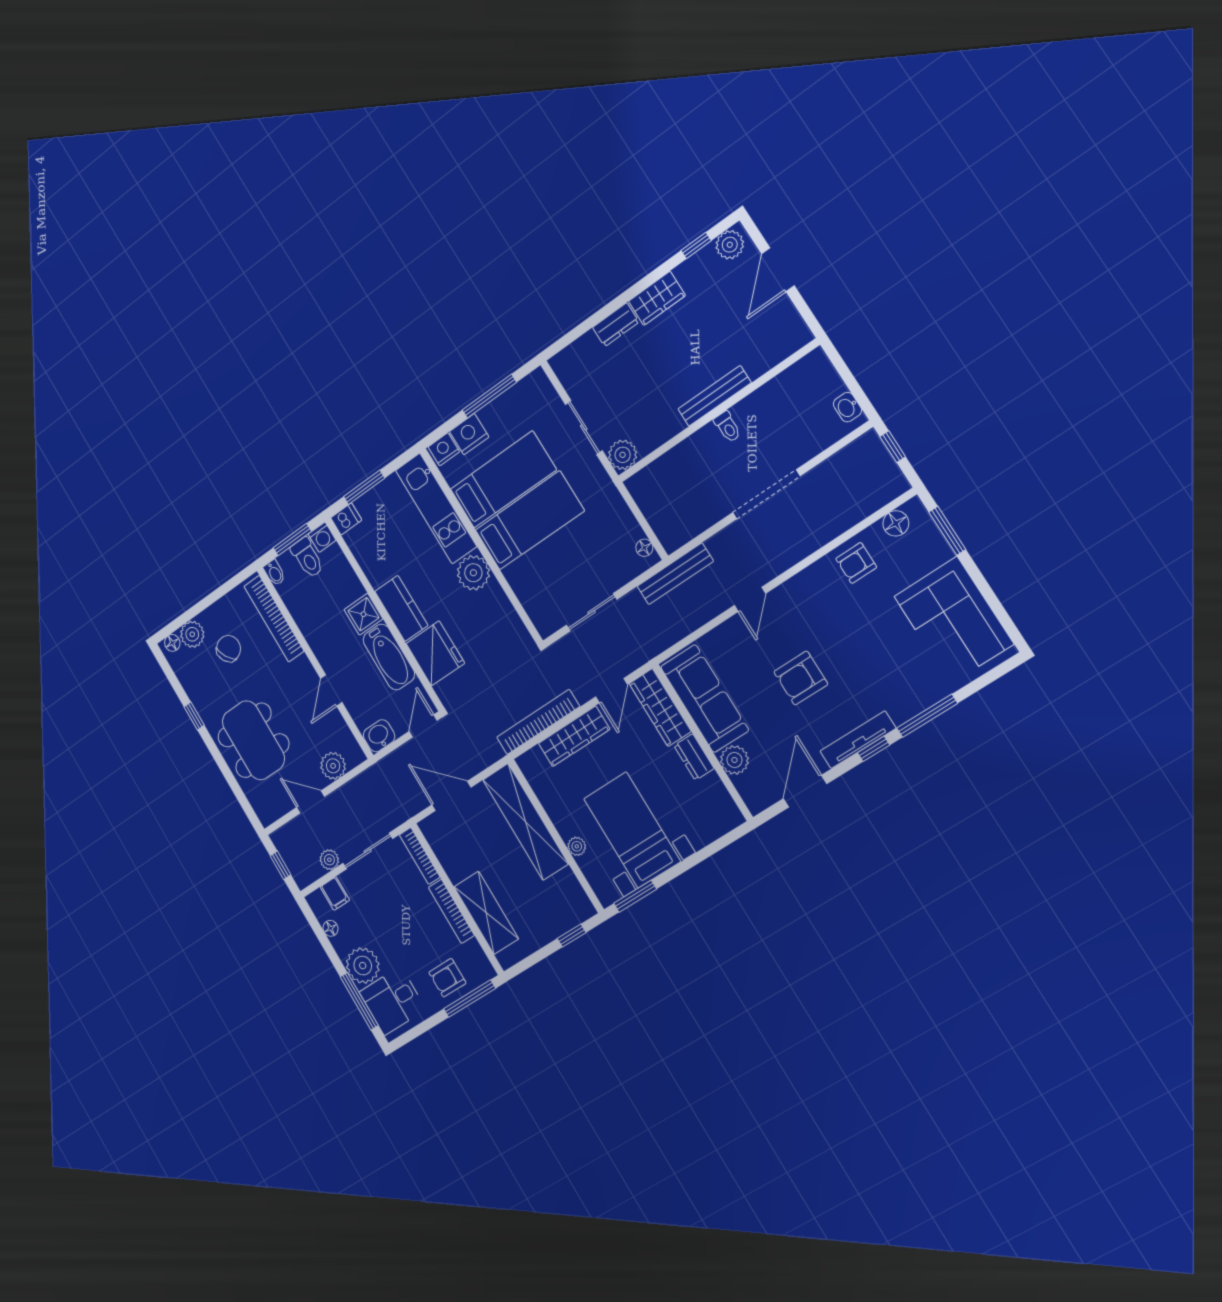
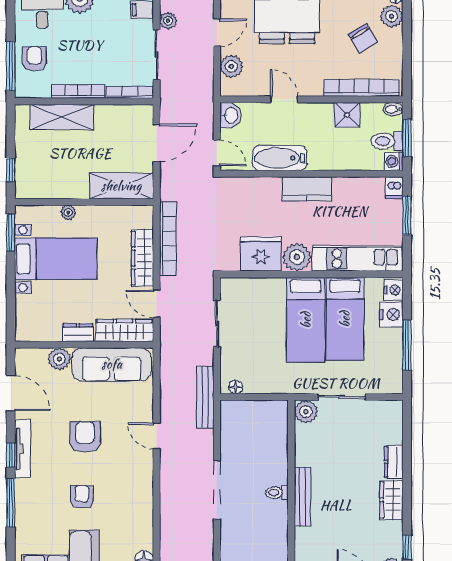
armchair: (856, 563) -> (82, 497), moved
shower: (363, 614) -> (347, 115), moved
fridge: (435, 653) -> (261, 254), moved, turned 180
shelving: (525, 822) -> (121, 186), width x0.68

